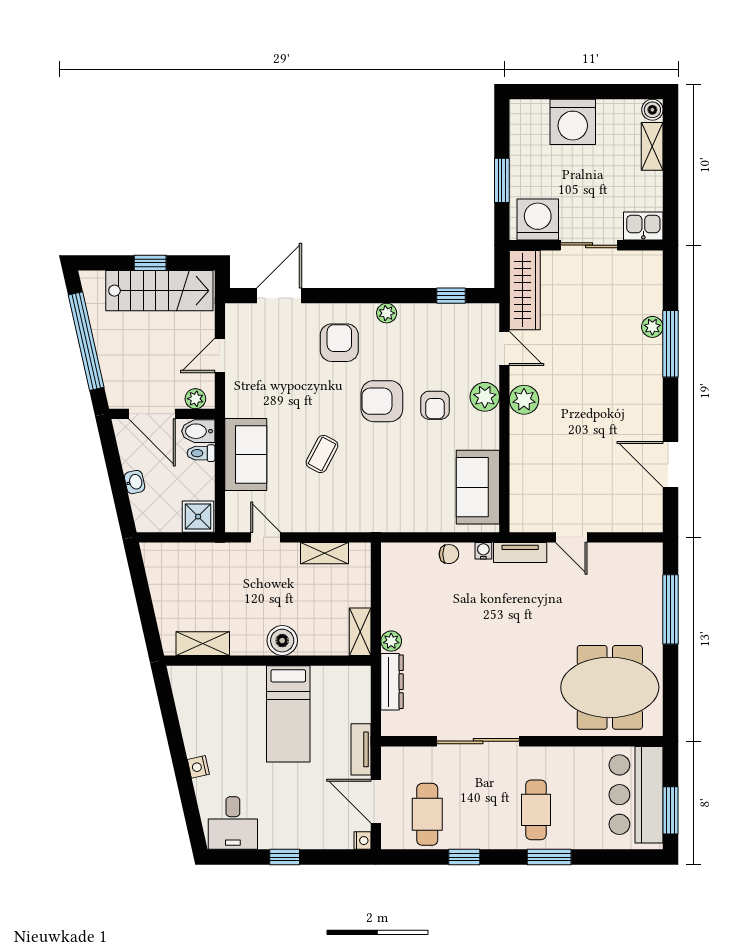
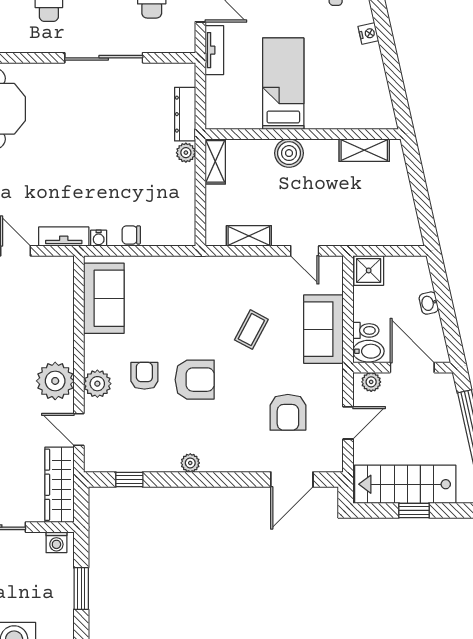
washing machine: (538, 219) -> (56, 542), width x0.53, depth x0.53
armchair: (339, 343) -> (288, 412), moved
plant: (524, 400) -> (55, 381), width x1.36, depth x1.36

